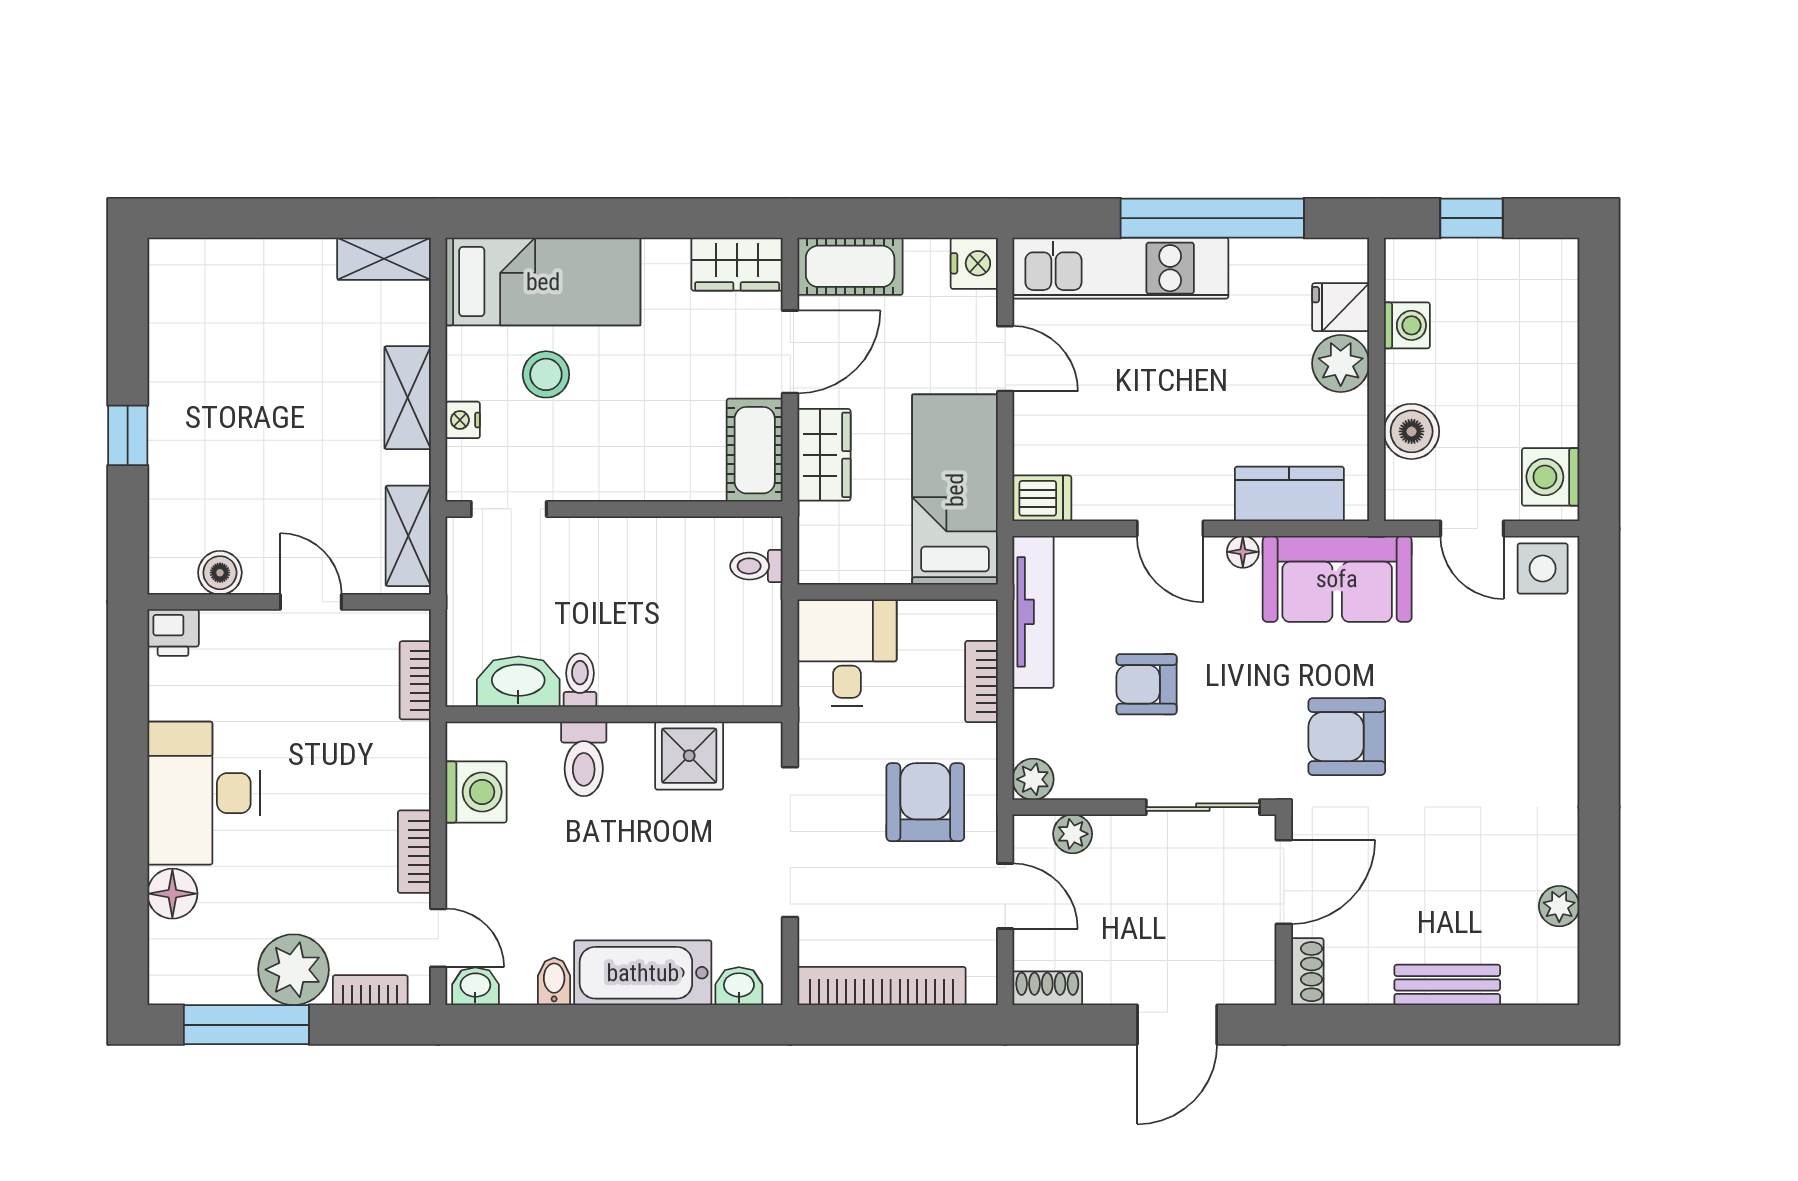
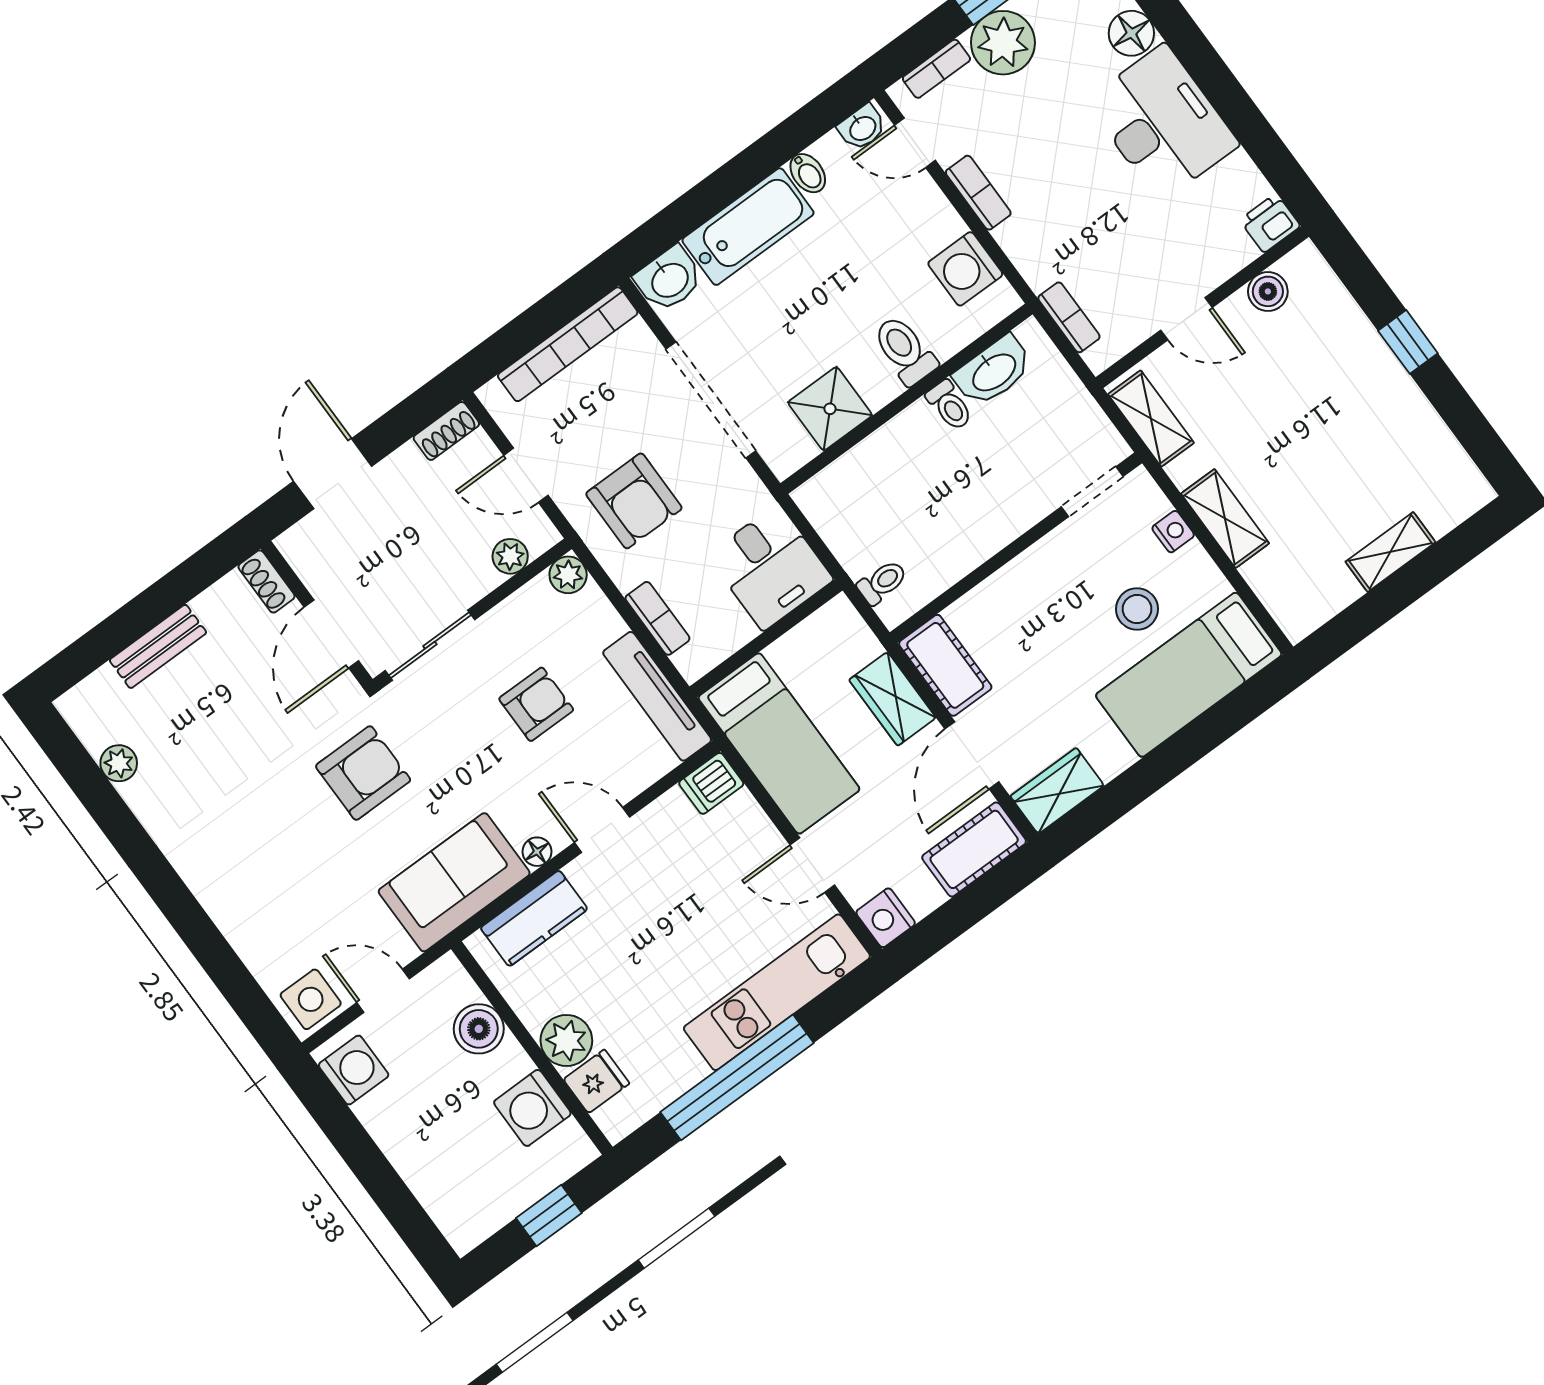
shelving: (384, 259) -> (1390, 552), moved
washing machine: (1407, 325) -> (532, 1108), width x1.38, depth x1.38
washbasin: (739, 986) -> (669, 279), width x1.38, depth x1.45

